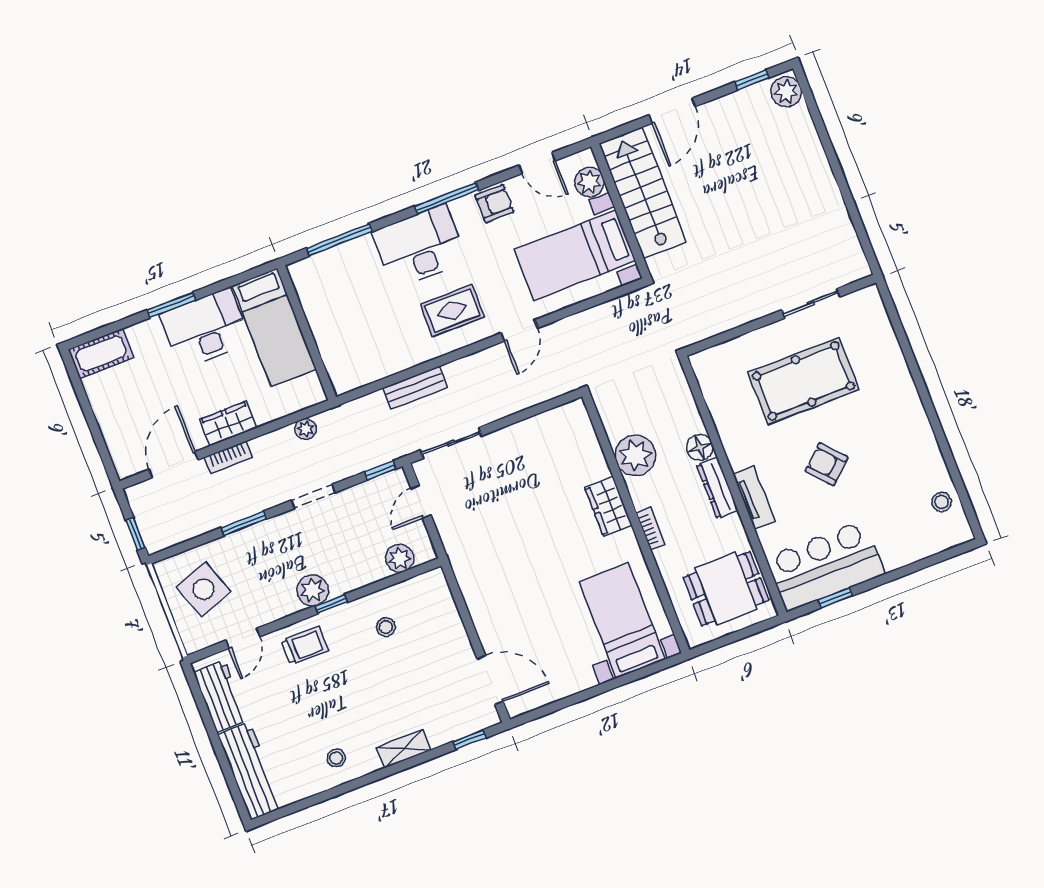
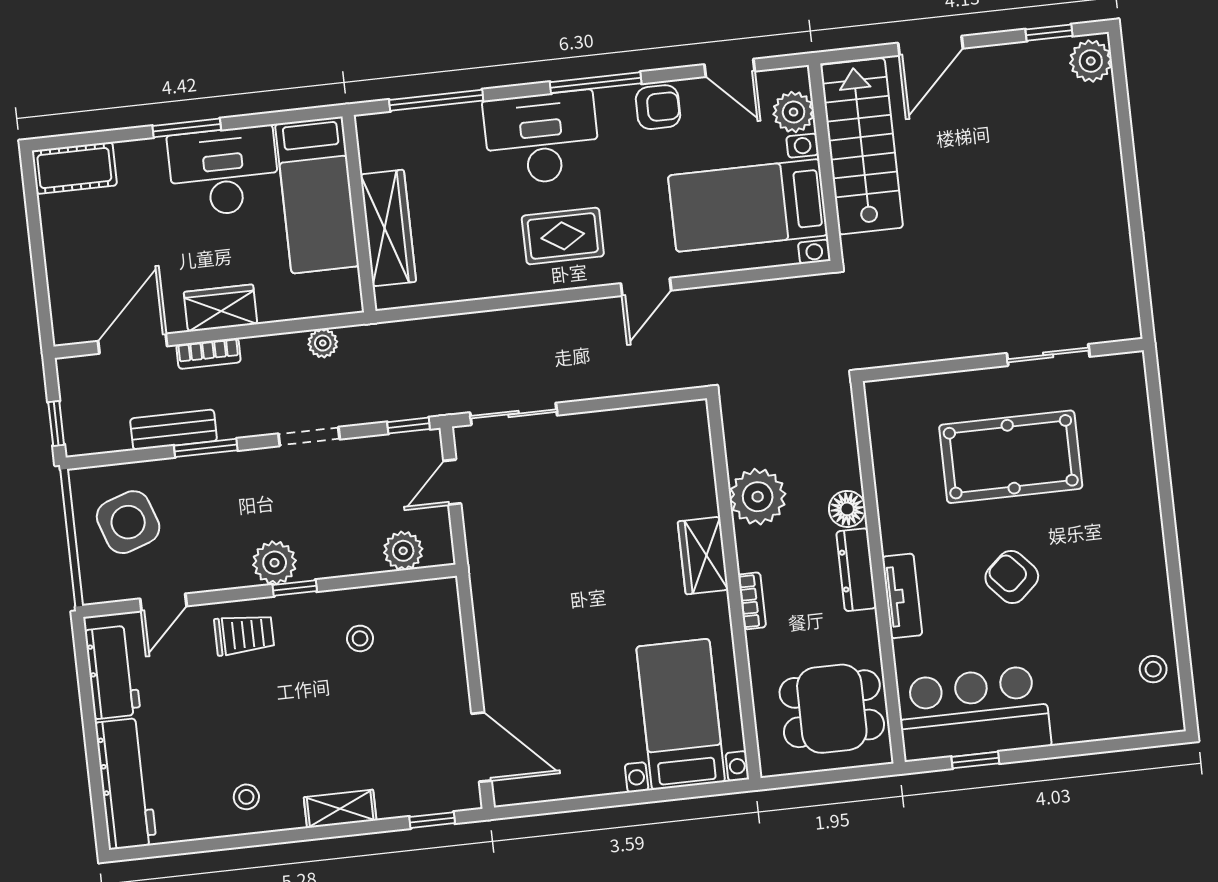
wardrobe: (330, 337) -> (388, 228), added
bench: (415, 388) -> (174, 430), moved

